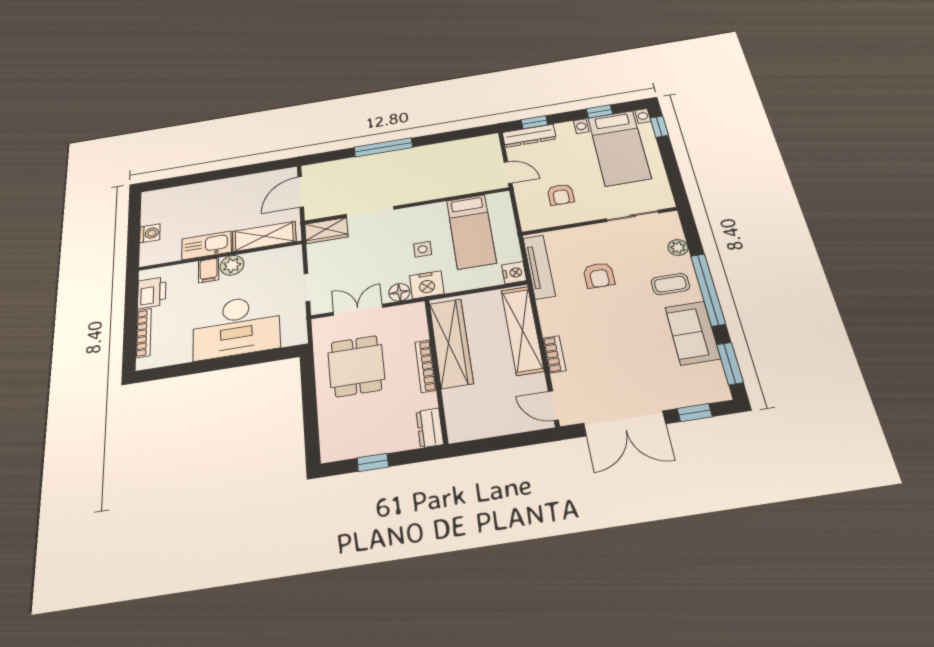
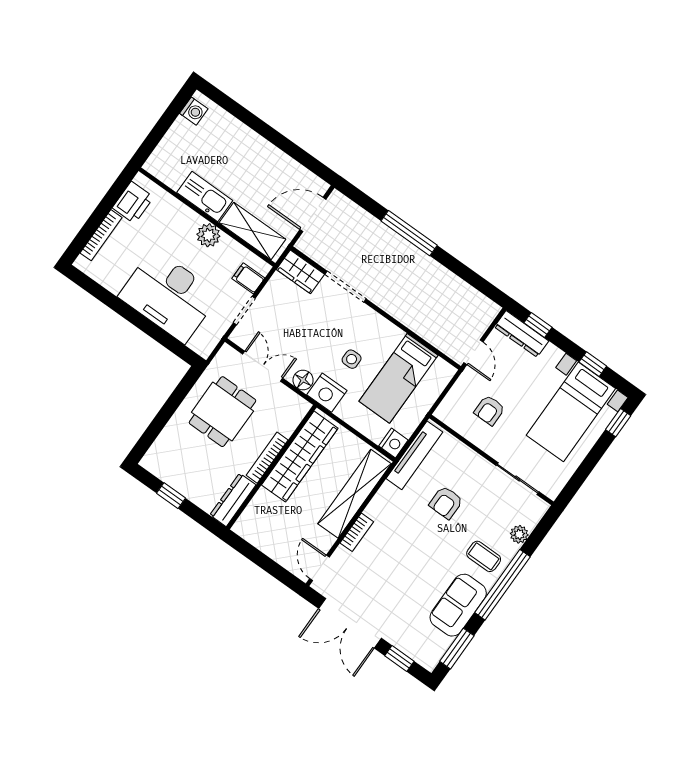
washing machine: (150, 233) -> (194, 111), moved
filing cabinet: (209, 270) -> (248, 278), moved, turned 90
dresser: (430, 428) -> (233, 500), width x1.44

